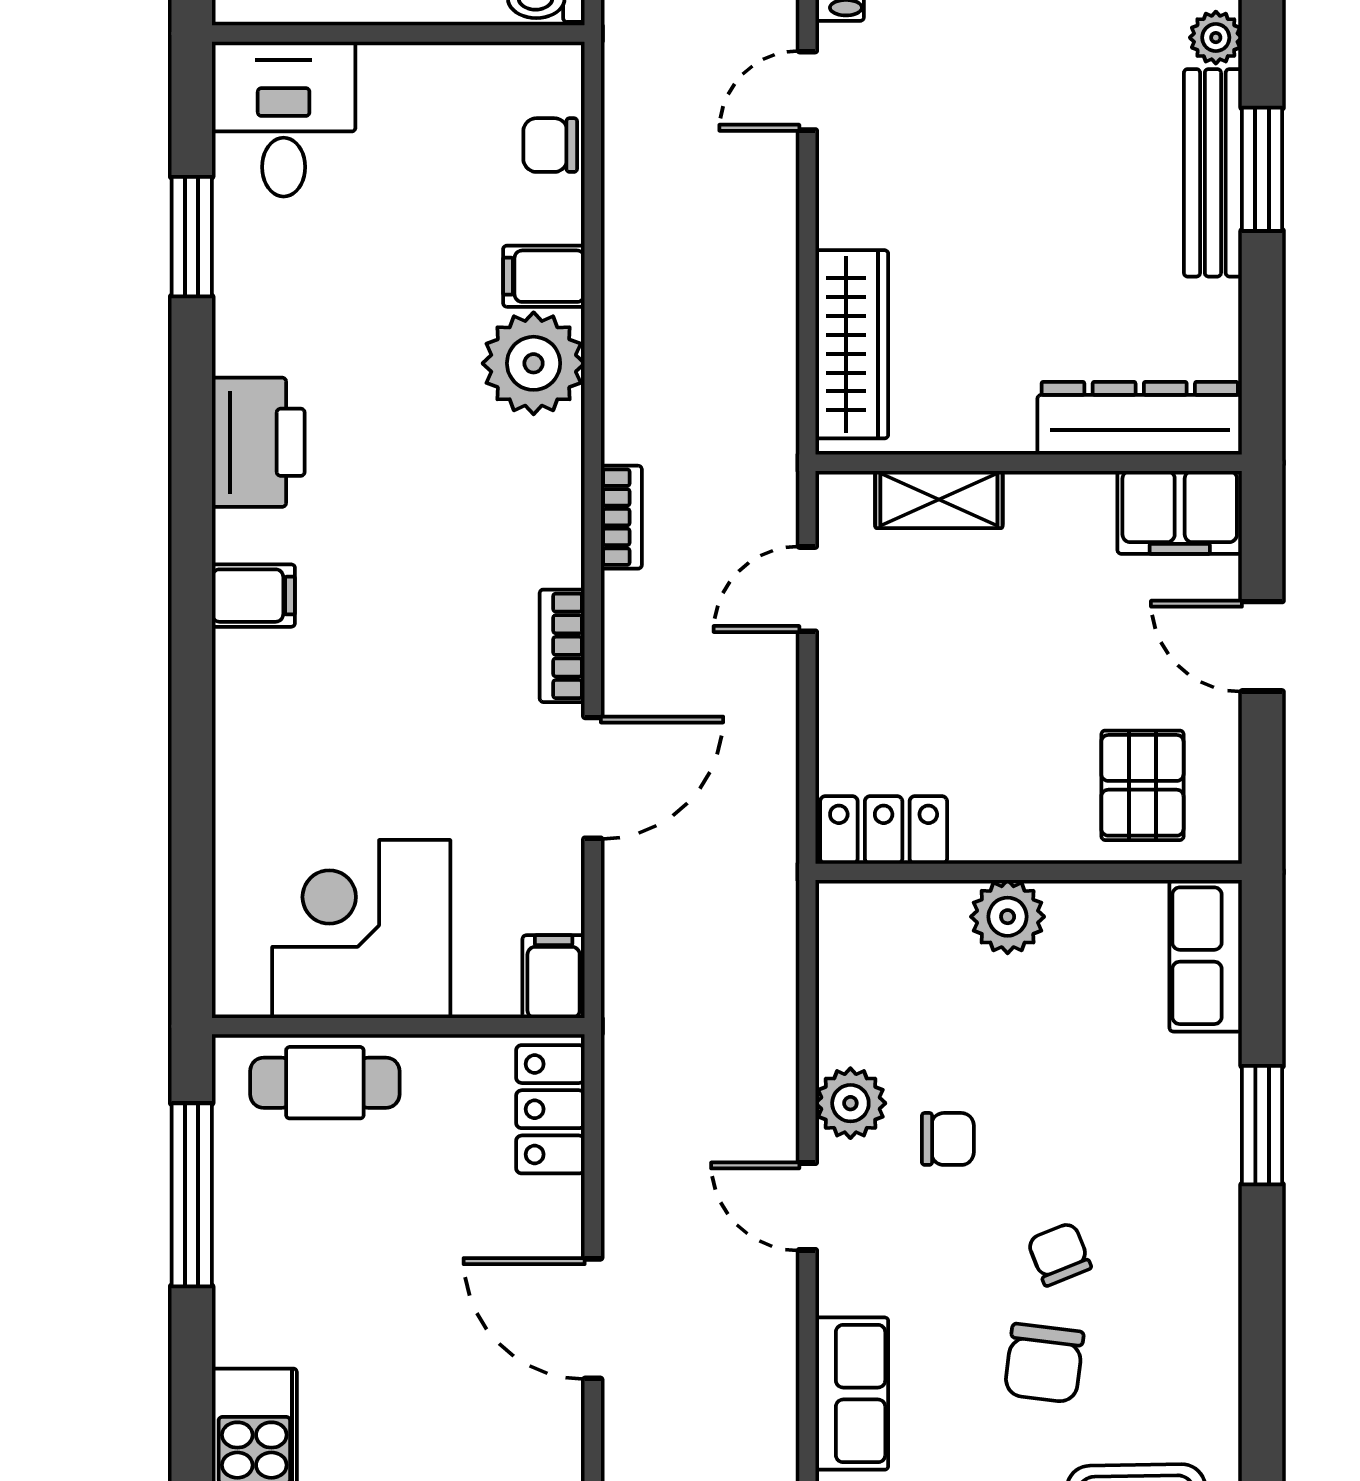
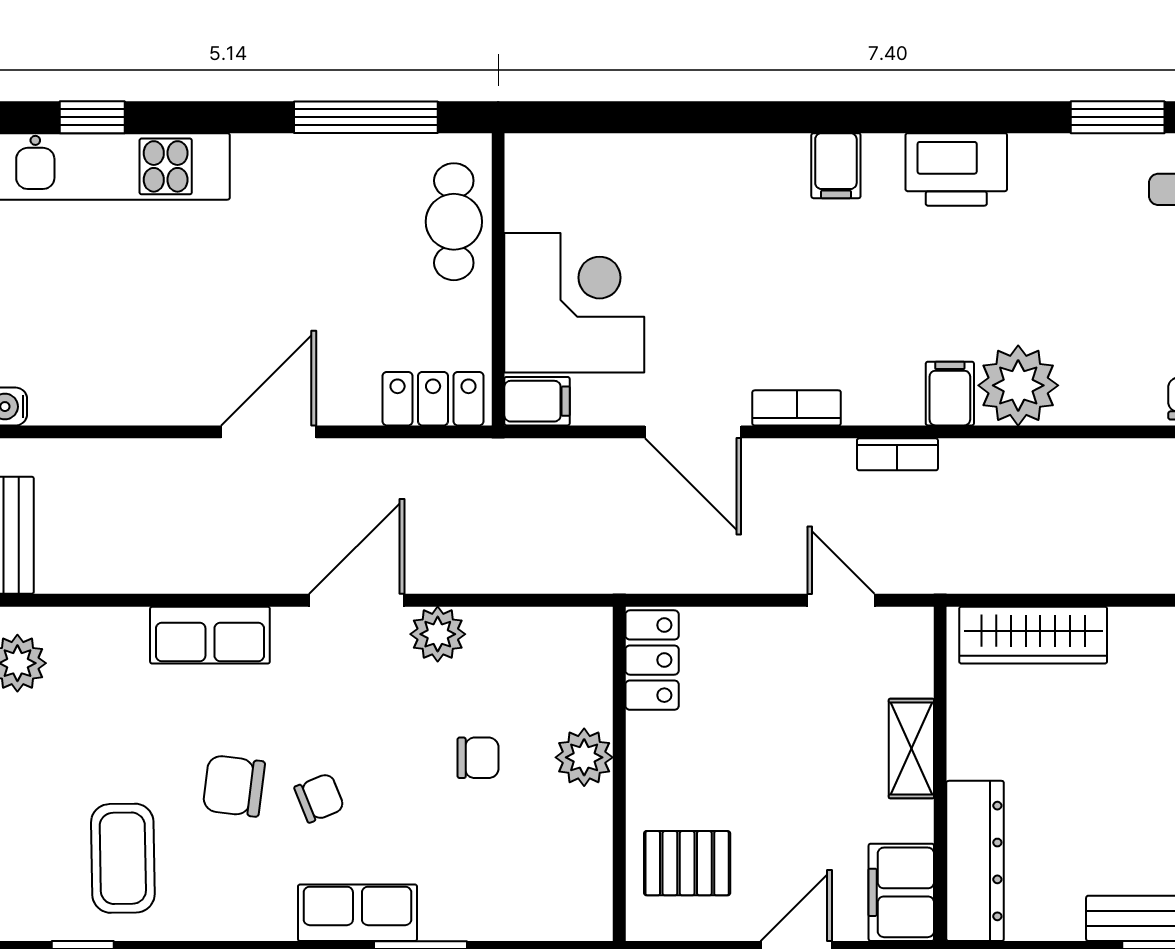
filing cabinet: (544, 276) -> (950, 394), moved
shelving: (939, 499) -> (911, 749), moved
corner desk: (361, 929) -> (574, 303), moved
row of seats: (1206, 956) -> (357, 913), moved
chair: (948, 1139) -> (478, 758), moved, turned -90
door: (807, 1206) -> (357, 600), width x1.38

